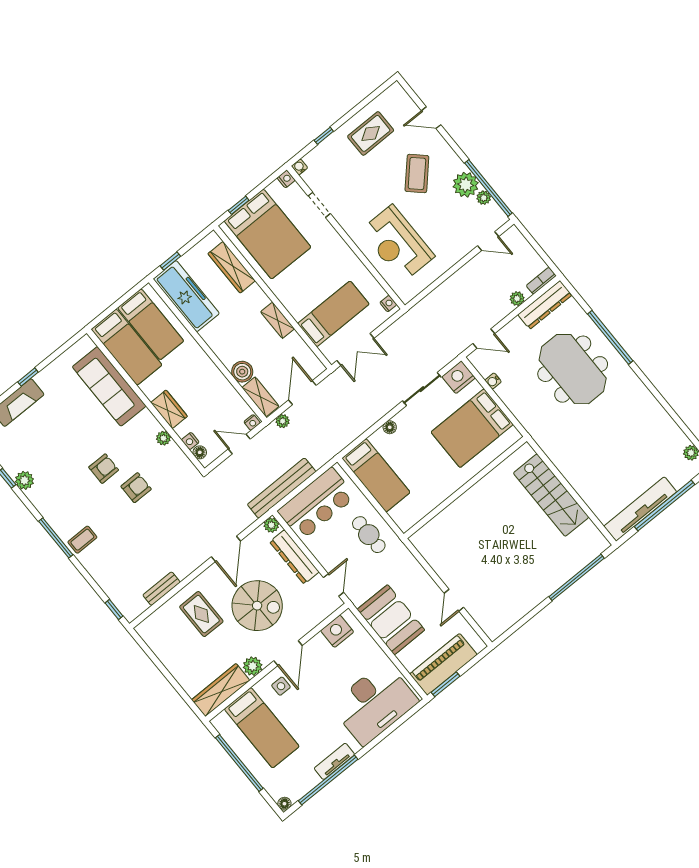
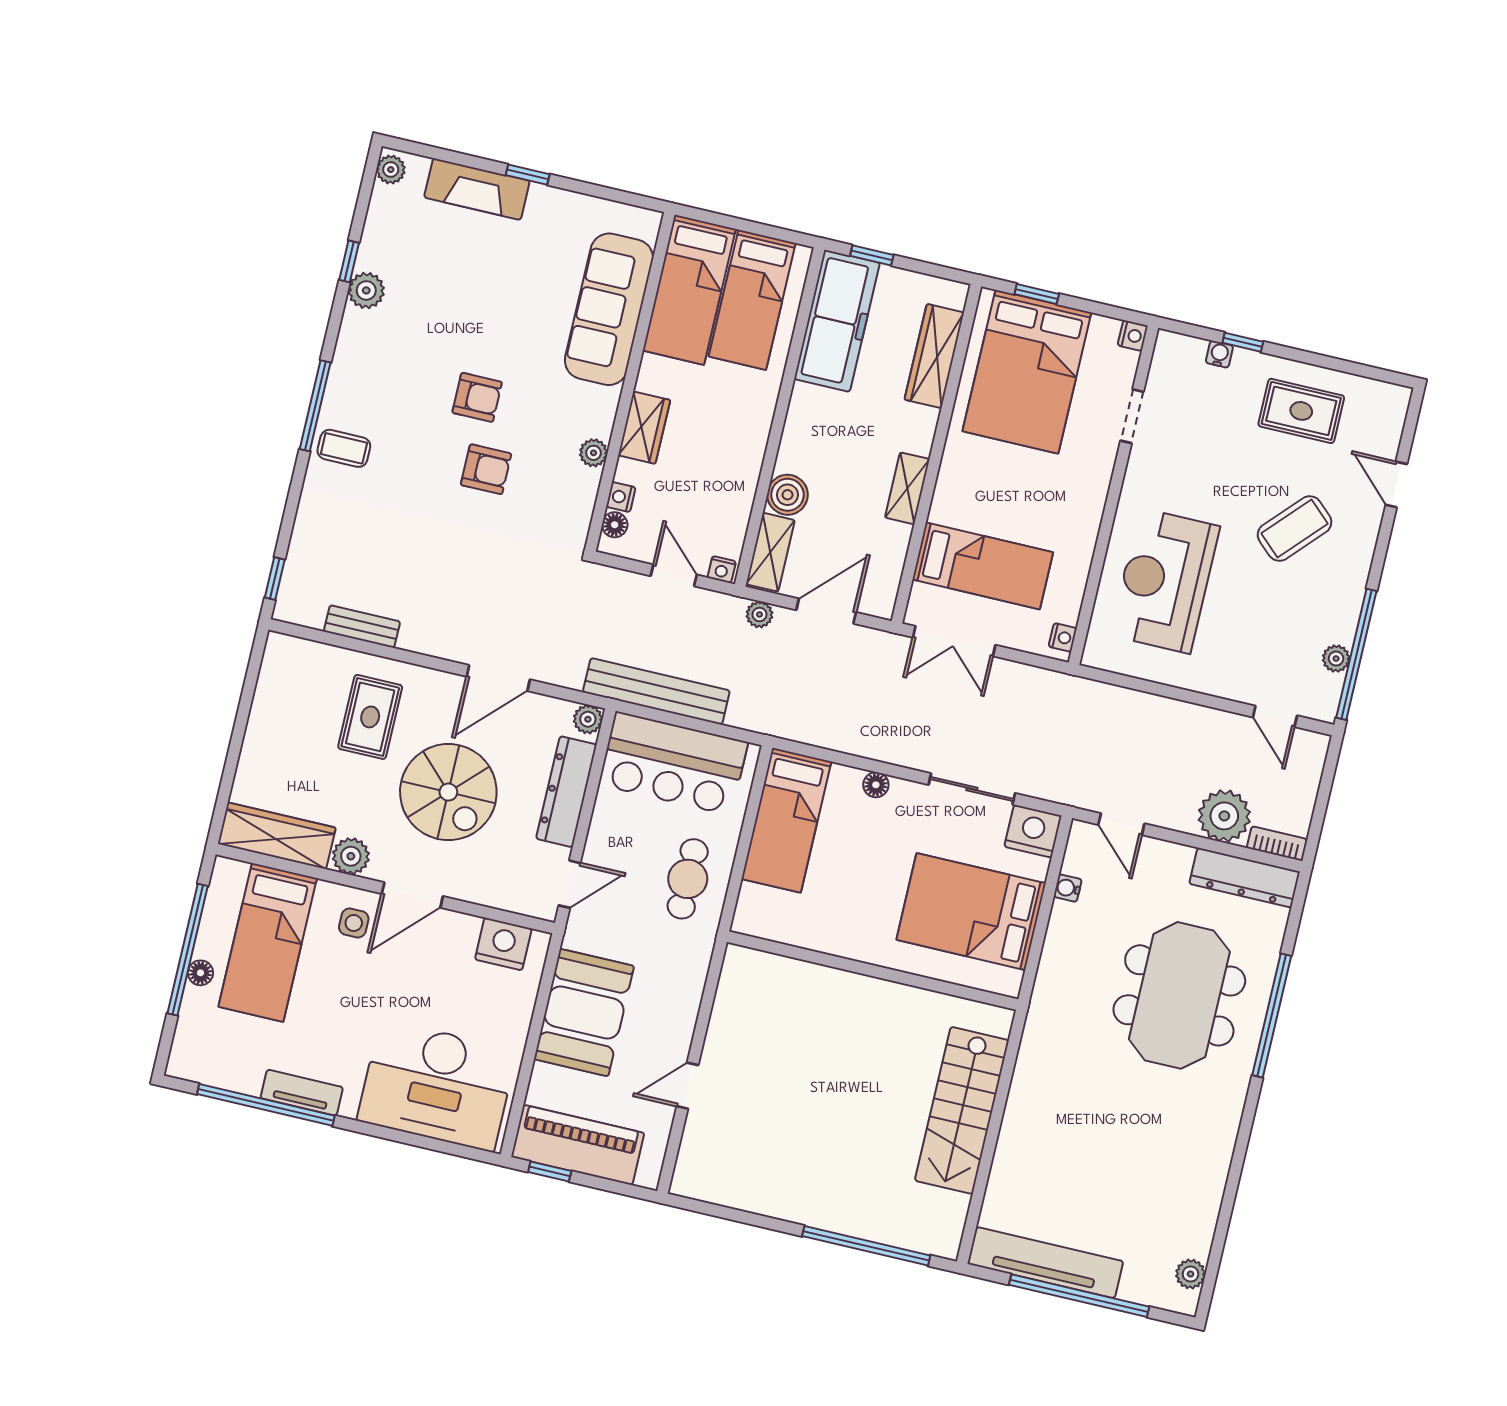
water cooler: (300, 167) -> (1219, 354), moved
plant: (466, 185) -> (1335, 616), removed
plant: (517, 299) -> (1224, 816), width x1.87, depth x1.87
window: (446, 684) -> (550, 1172), width x0.67
floor lamp: (284, 804) -> (200, 973), moved

